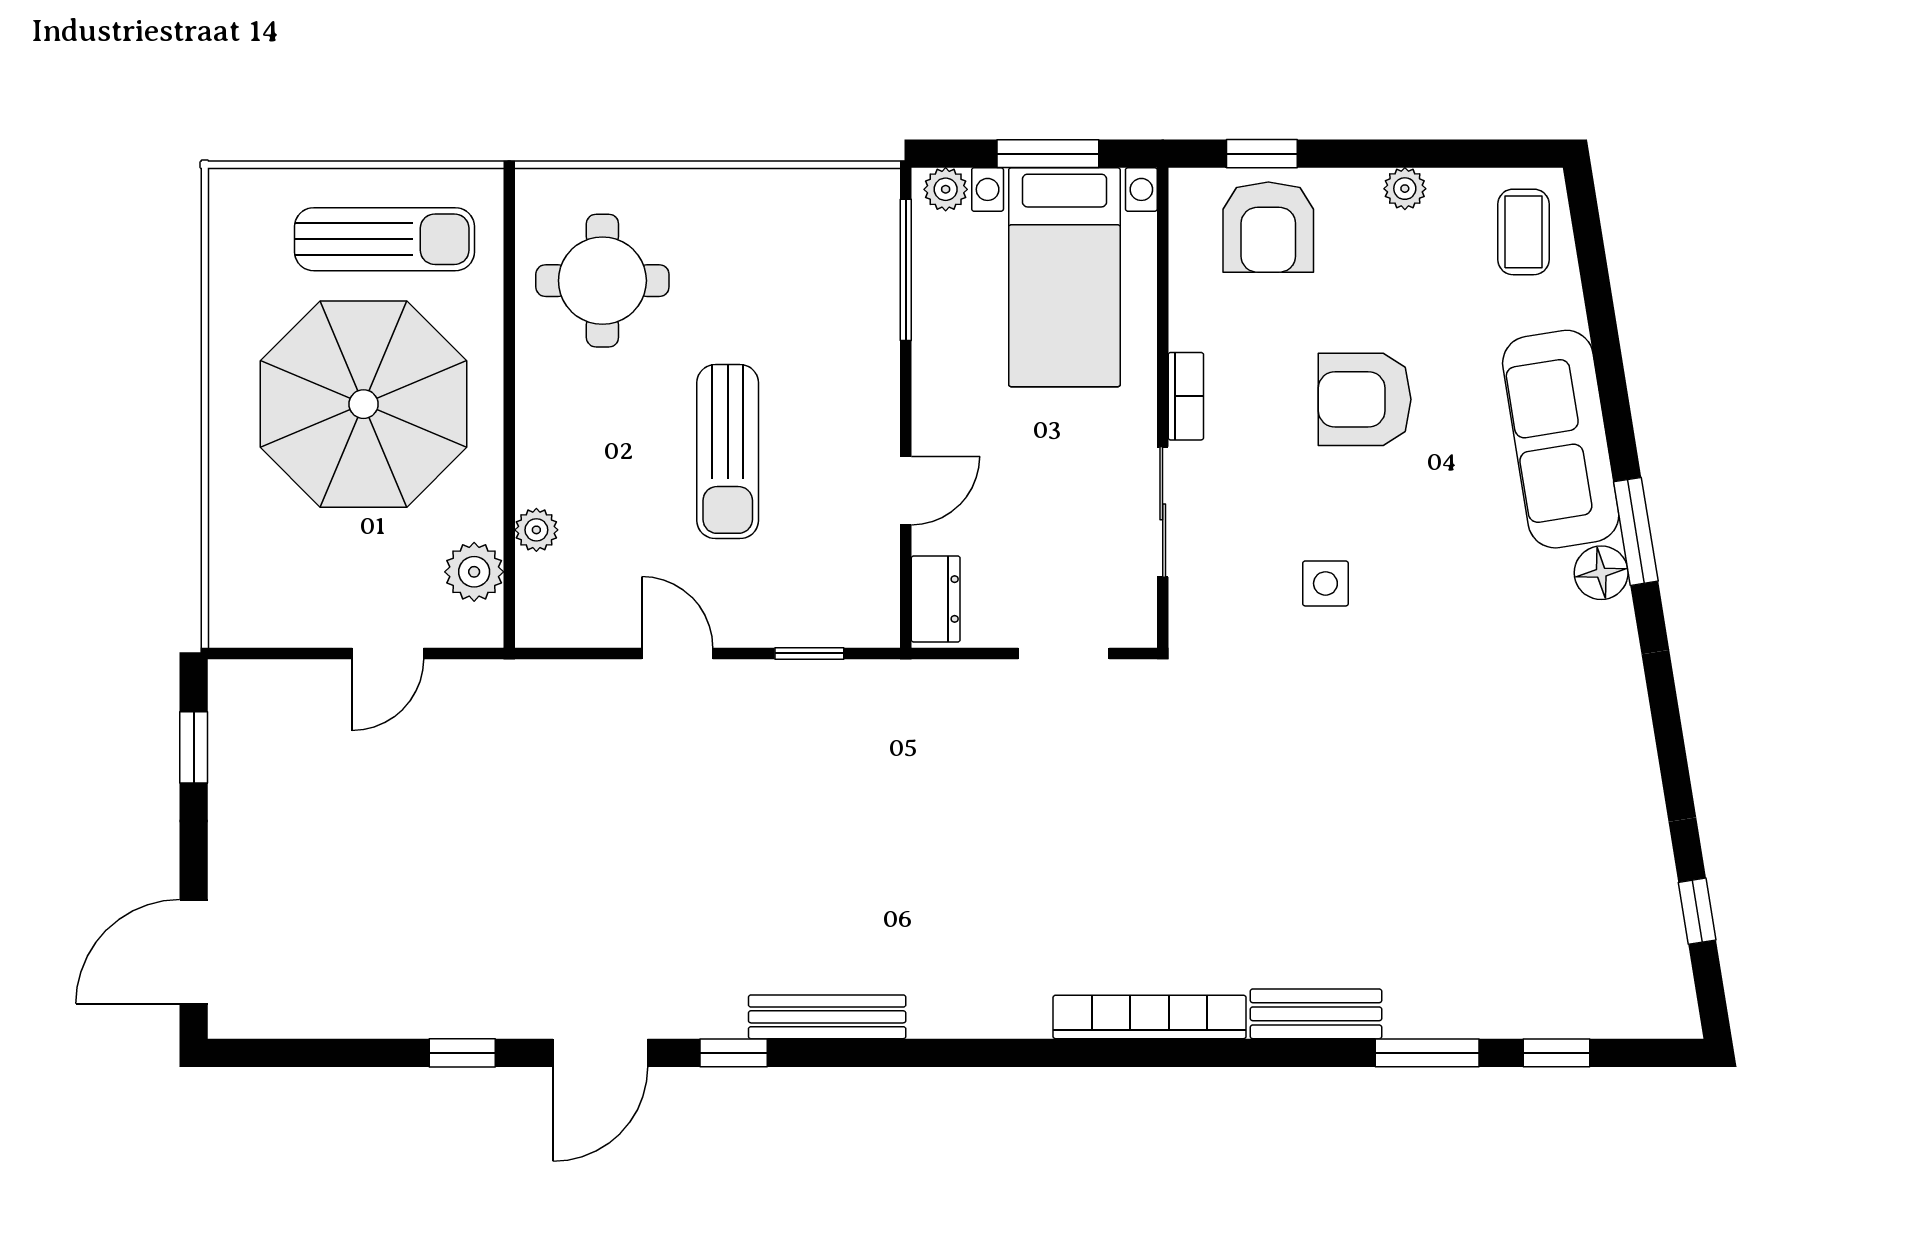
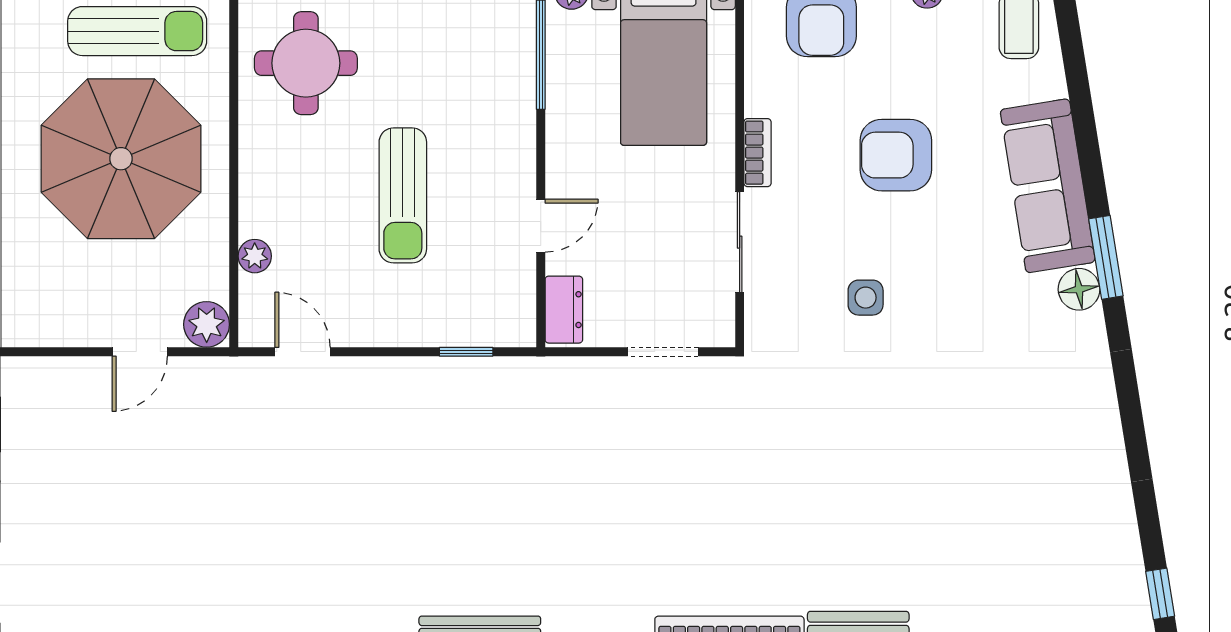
plant: (474, 572) -> (207, 324), moved
door: (677, 653) -> (303, 352), moved
window: (1697, 911) -> (1160, 594), moved

